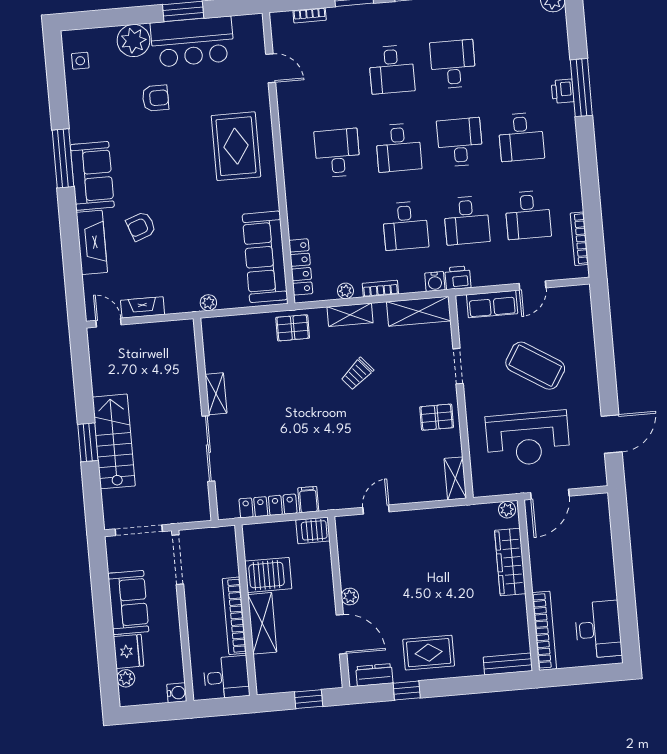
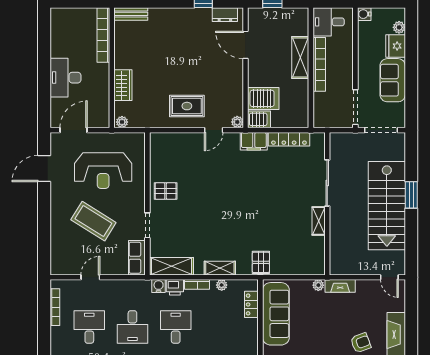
desk: (467, 220) -> (132, 327), turned 180
locker: (301, 267) -> (251, 304), width x0.66
printer: (458, 278) -> (175, 287), moved
row of seats: (492, 304) -> (137, 258), moved, turned -90
fireplace: (143, 307) -> (340, 286), moved
pallet: (293, 328) -> (261, 262), turned 90
trolley: (357, 374) -> (219, 226), removed
reception desk: (528, 439) -> (103, 171), turned 180
stairs: (114, 441) -> (387, 206), width x1.36, depth x1.51
shelving: (455, 478) -> (156, 147), removed
door: (550, 494) -> (74, 130), moved
filing cabinet: (308, 500) -> (254, 141), width x2.00
wardrobe: (510, 562) -> (123, 85), width x0.67
server rack: (268, 575) -> (263, 98), moved, turned 180
plant: (350, 597) -> (237, 122), moved
desk: (598, 629) -> (65, 78), moved
rug: (429, 653) -> (187, 106), moved

